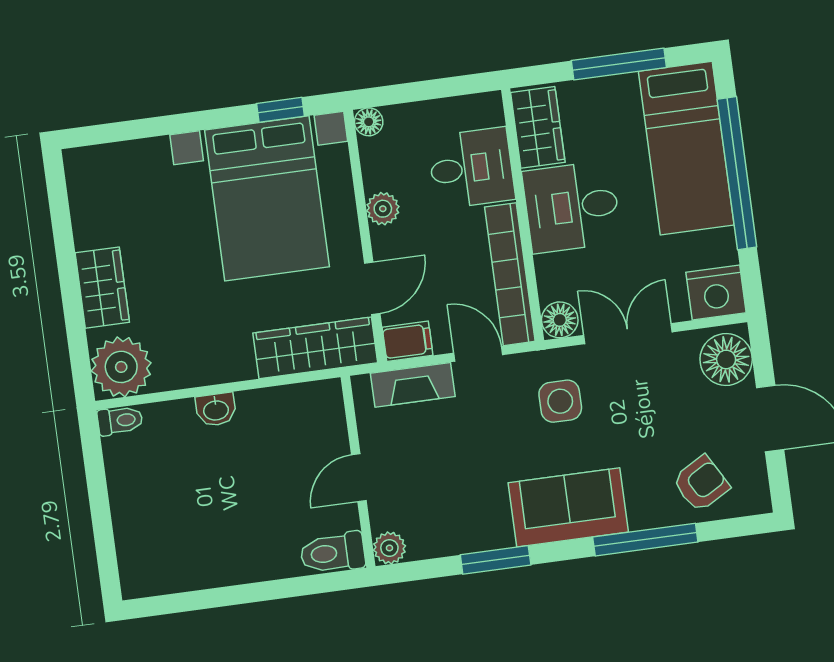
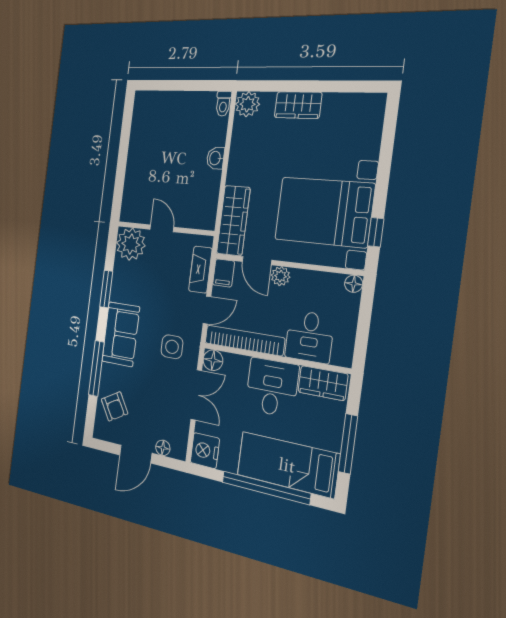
plant: (383, 209) -> (281, 276), moved
floor lamp: (726, 359) -> (163, 448), width x0.53, depth x0.53
plant: (121, 367) -> (248, 104), width x0.73, depth x0.73
plant: (389, 548) -> (131, 244), width x1.87, depth x1.87
toilet: (333, 553) -> (130, 206), removed

